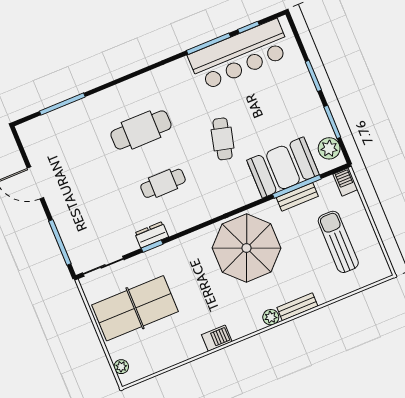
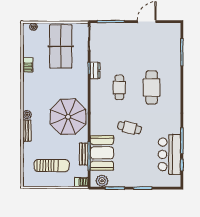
bar counter: (240, 55) -> (169, 154), width x0.73
barbecue: (217, 338) -> (28, 65), moved

